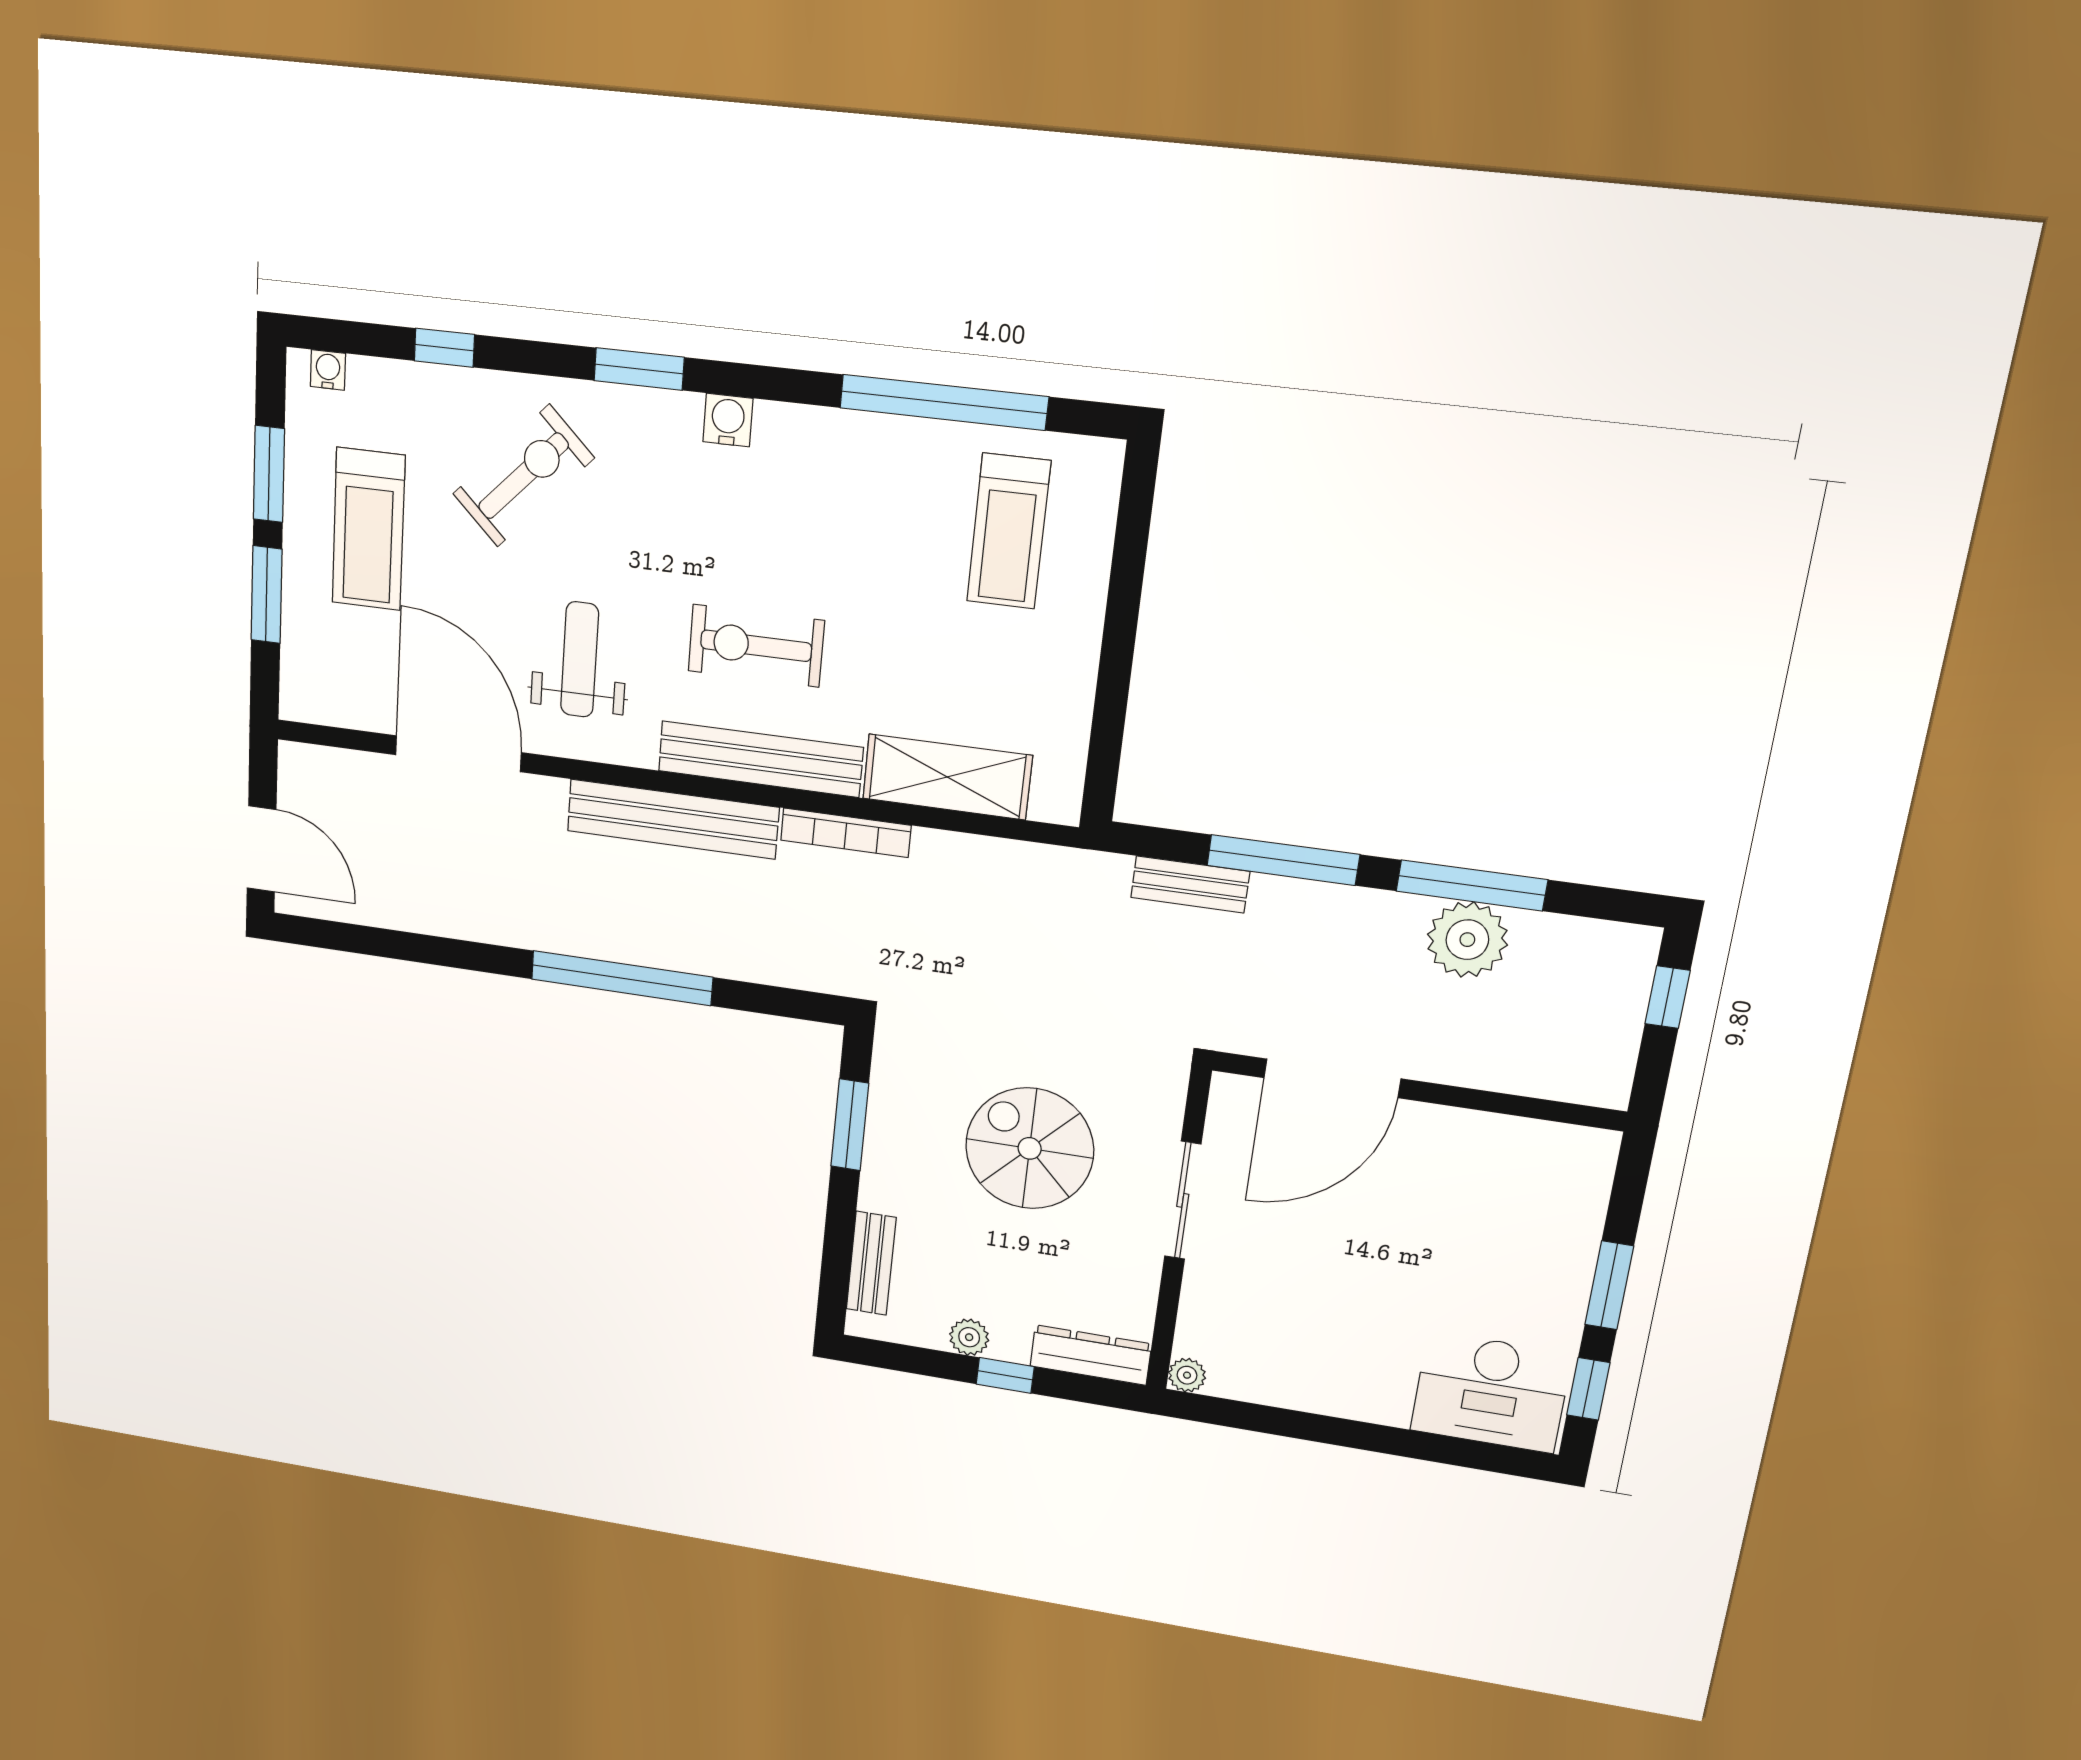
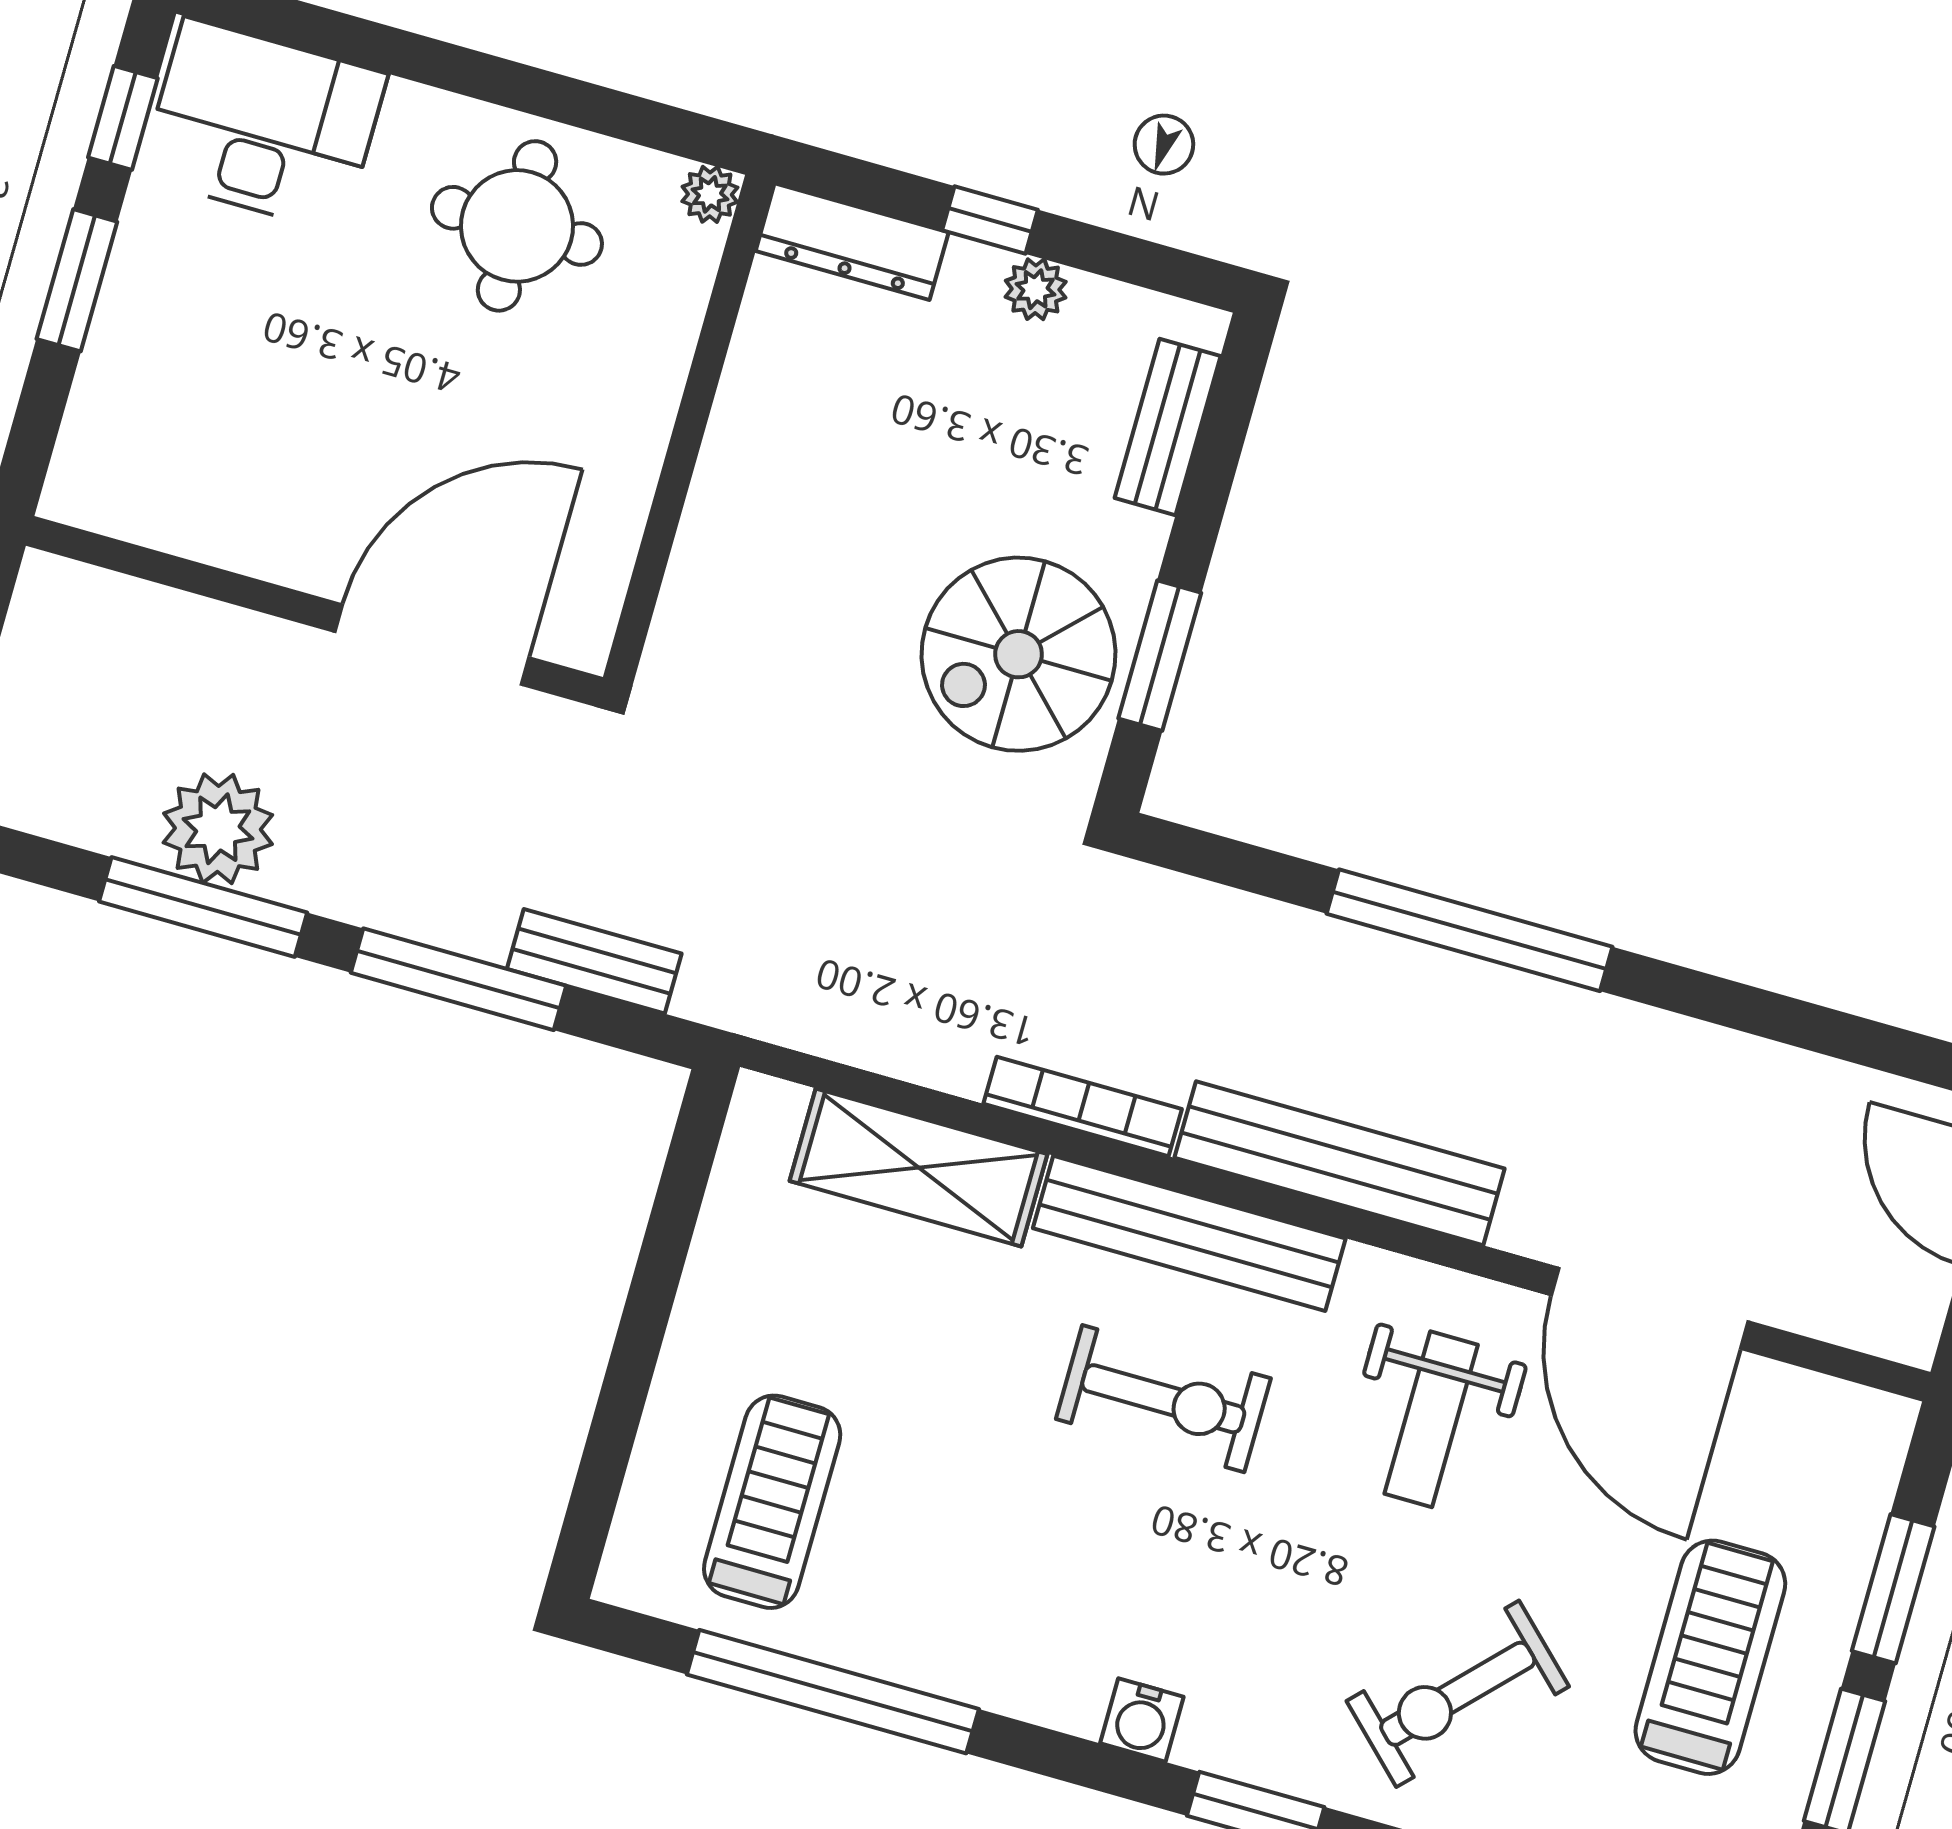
spiral stairs: (1030, 1148) -> (1019, 654), moved, turned 90
sliding door: (1183, 1200) -> (675, 479), removed
round table: (1311, 1345) -> (517, 226), added

